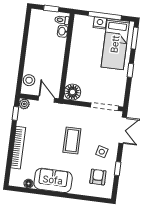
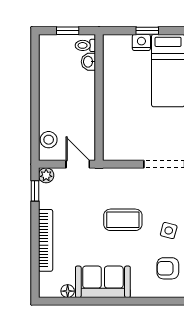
window: (105, 16) -> (147, 31), width x0.46
floor lamp: (72, 92) -> (114, 149), removed
coffee table: (72, 141) -> (123, 220), turned 90
armchair: (98, 177) -> (168, 268), turned -90

